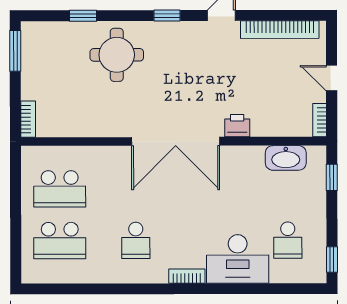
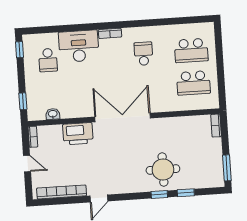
window: (167, 16) -> (159, 194), moved
printer: (237, 126) -> (78, 134), width x1.87, depth x1.48
washbasin: (286, 158) -> (53, 114), width x0.52, depth x0.69
school desk: (60, 189) -> (193, 83), turned 180
school desk: (288, 240) -> (48, 60), turned 180
school desk: (60, 241) -> (191, 51), turned 180

